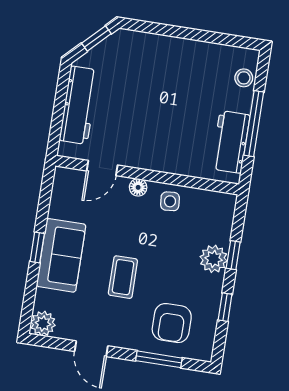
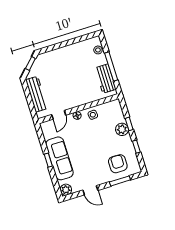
sofa: (61, 255) -> (60, 158), width x1.36
coffee table: (123, 277) -> (89, 155), removed
armchair: (172, 323) -> (118, 164), turned 180

